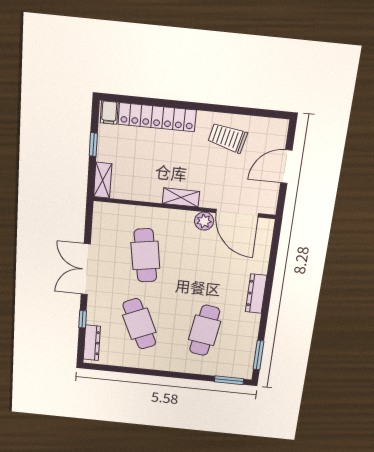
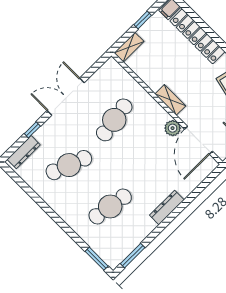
cafe table: (139, 324) -> (69, 165), turned 45

